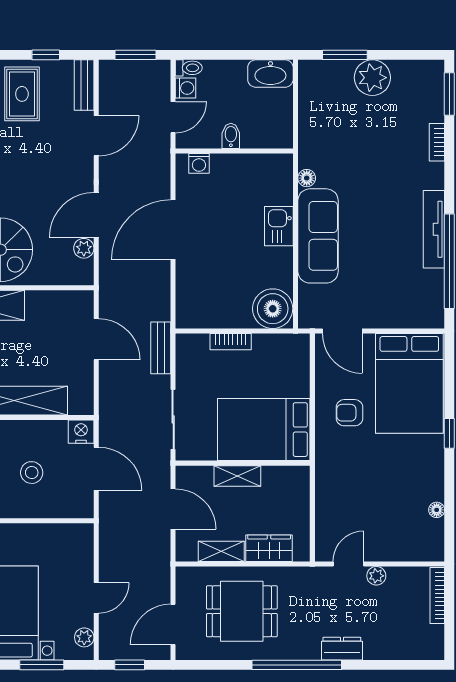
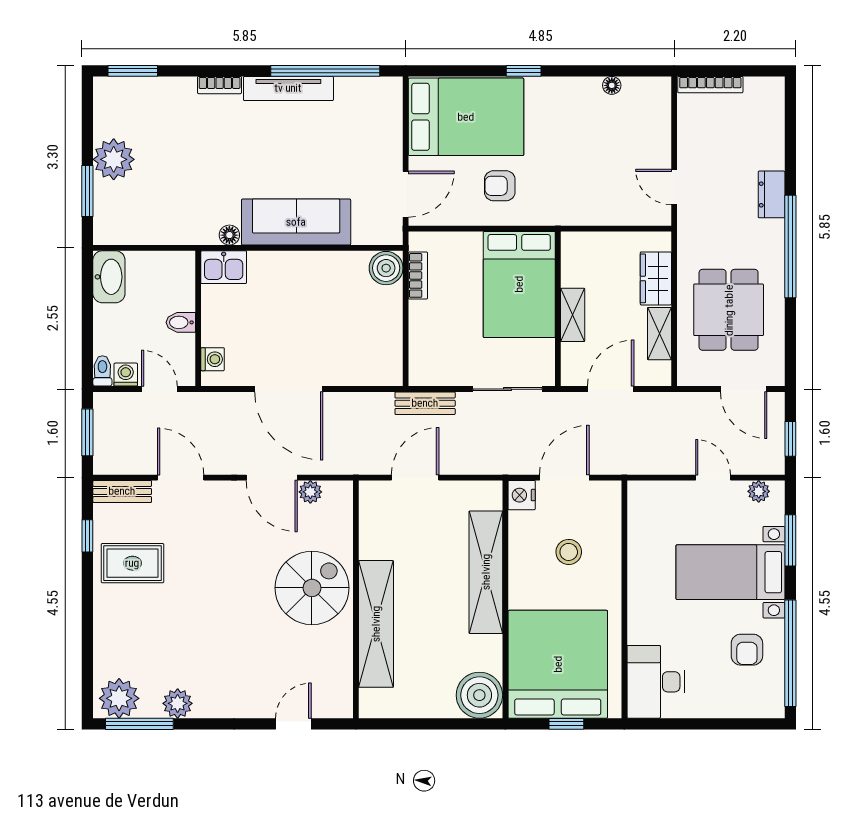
bookcase: (437, 142) -> (220, 85), moved
kitchen sink: (279, 226) -> (224, 267), moved
boiler: (273, 309) -> (386, 268), width x0.73, depth x0.73
bookcase: (231, 342) -> (418, 275), moved
armchair: (349, 413) -> (500, 186), turned 90
plant: (376, 576) -> (688, 155), removed

